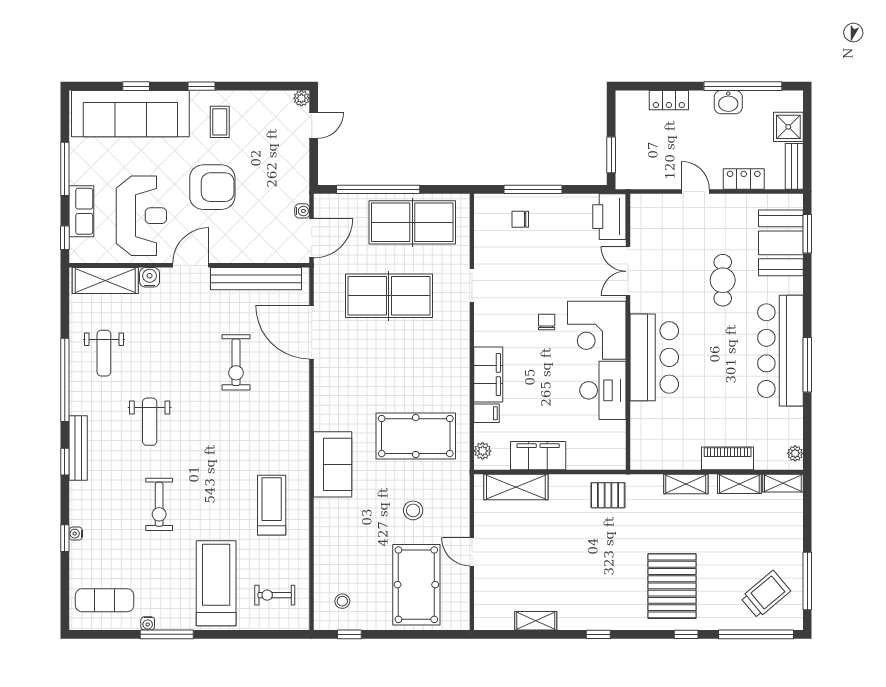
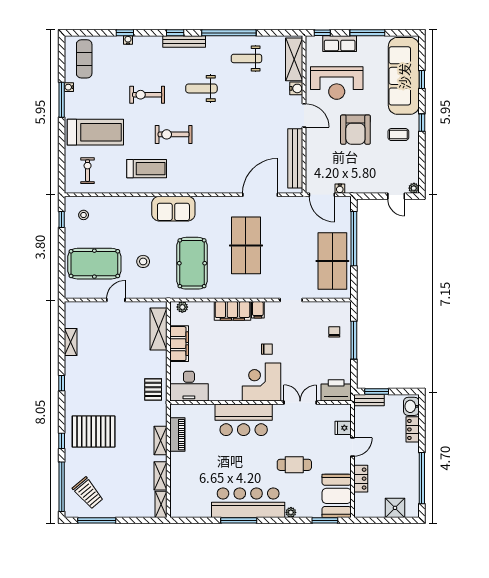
washbasin: (728, 102) -> (411, 406), moved
bench: (794, 166) -> (369, 400), moved
fridge: (666, 206) -> (343, 428), added
booth: (781, 243) -> (337, 496), moved, turned 90
table tennis table: (389, 296) -> (246, 245), moved
exercise bike: (236, 362) -> (174, 134), moved
desk: (603, 390) -> (189, 386), moved
filing cabinet: (487, 413) -> (258, 310), moved
plant: (795, 453) -> (291, 512), moved
piano: (728, 458) -> (177, 435), moved

